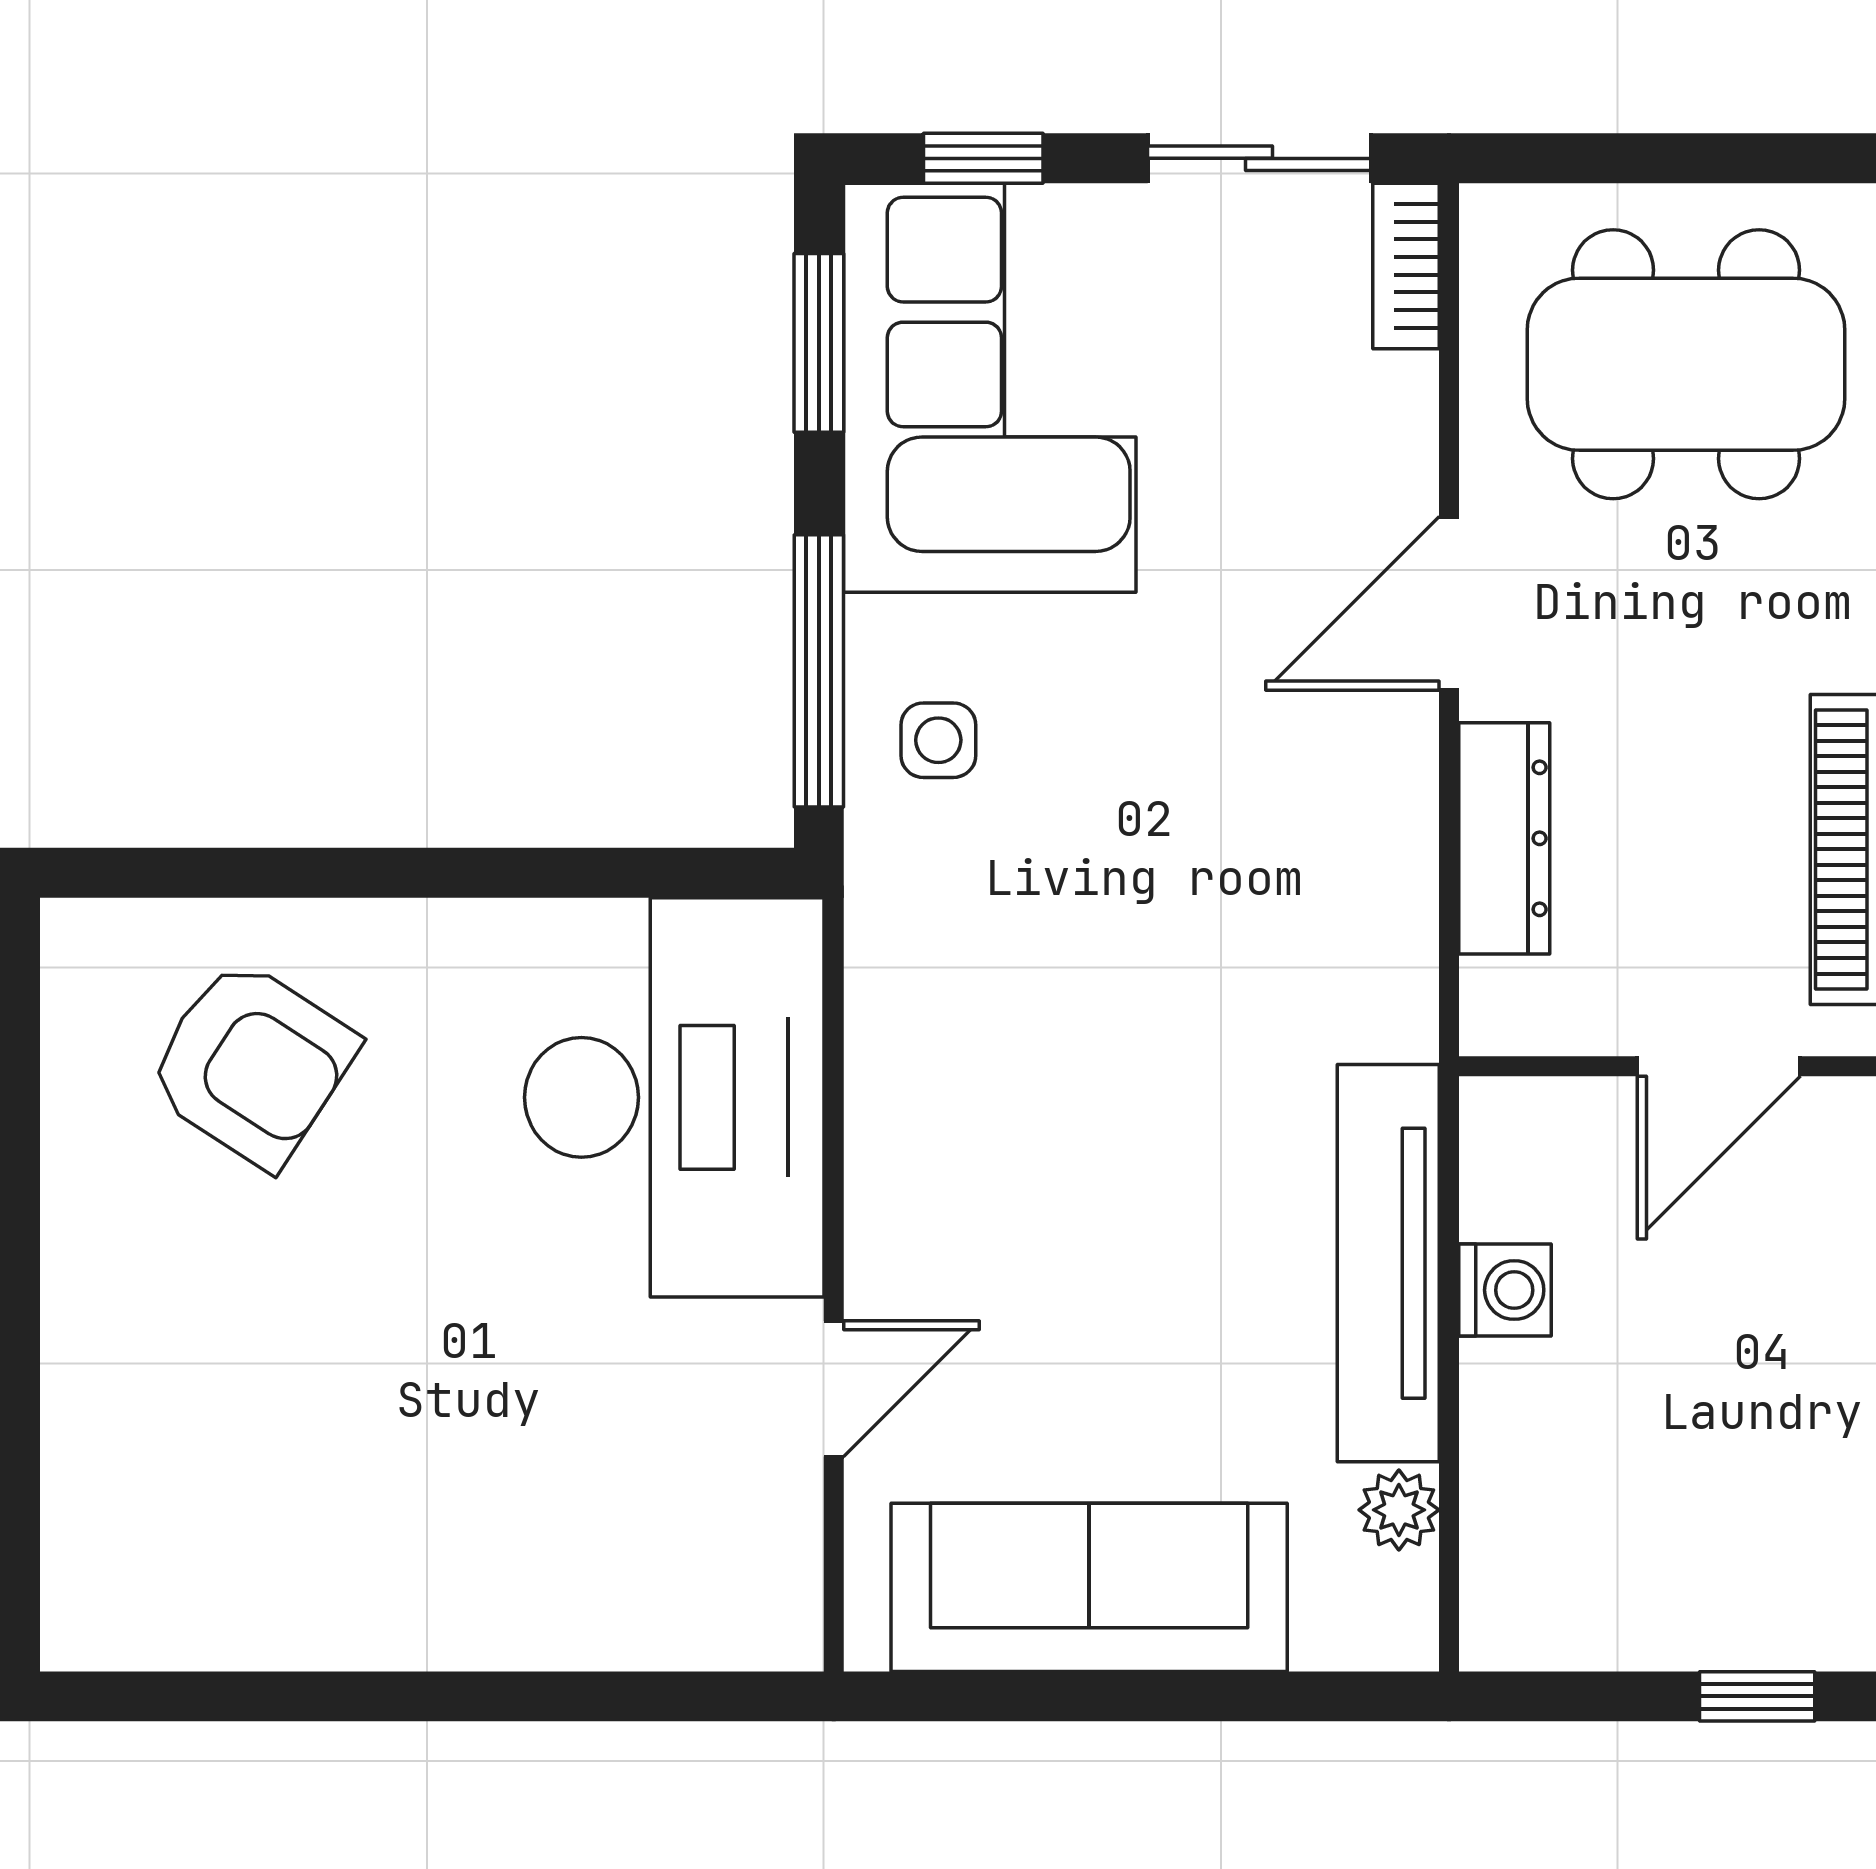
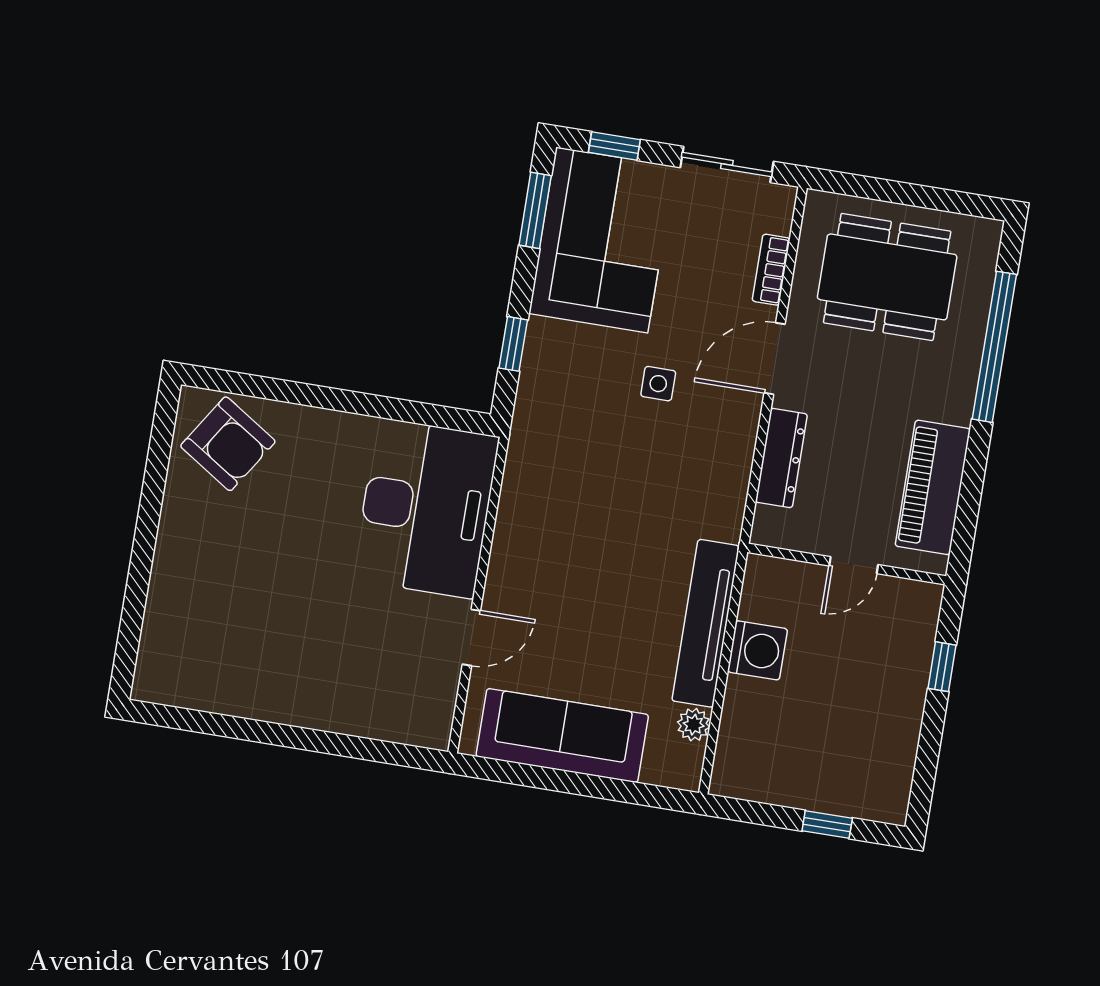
bookcase: (1406, 266) -> (771, 270), moved
window: (819, 671) -> (513, 344), width x0.46
side table: (938, 740) -> (658, 384), moved
armchair: (252, 1063) -> (228, 444), moved
door: (1719, 1066) -> (854, 565), width x0.73
washing machine: (1505, 1290) -> (757, 650), width x1.38, depth x1.38

